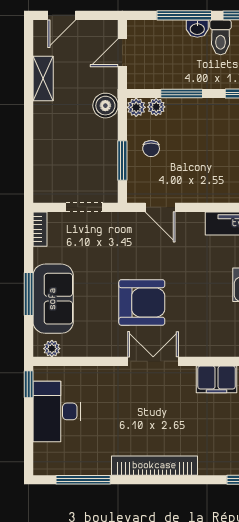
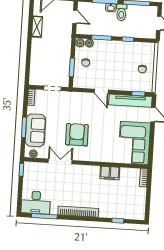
door: (122, 53) -> (75, 17), swing flipped
boiler: (105, 106) -> (65, 41), removed
door: (160, 207) -> (101, 91), moved
armchair: (142, 302) -> (77, 135), turned -90
double door: (153, 361) -> (60, 161), moved
desk: (57, 411) -> (36, 202), moved, turned -90

